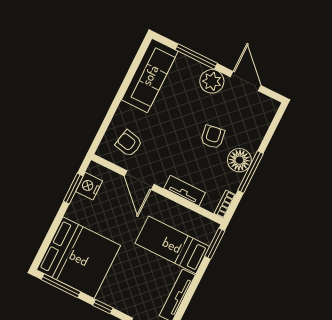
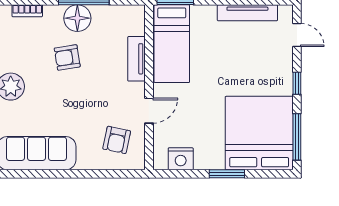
door: (139, 180) -> (149, 111), width x0.73
window: (73, 189) -> (227, 174), moved
bookcase: (225, 204) -> (27, 11), moved
bed: (172, 245) -> (172, 44), moved

